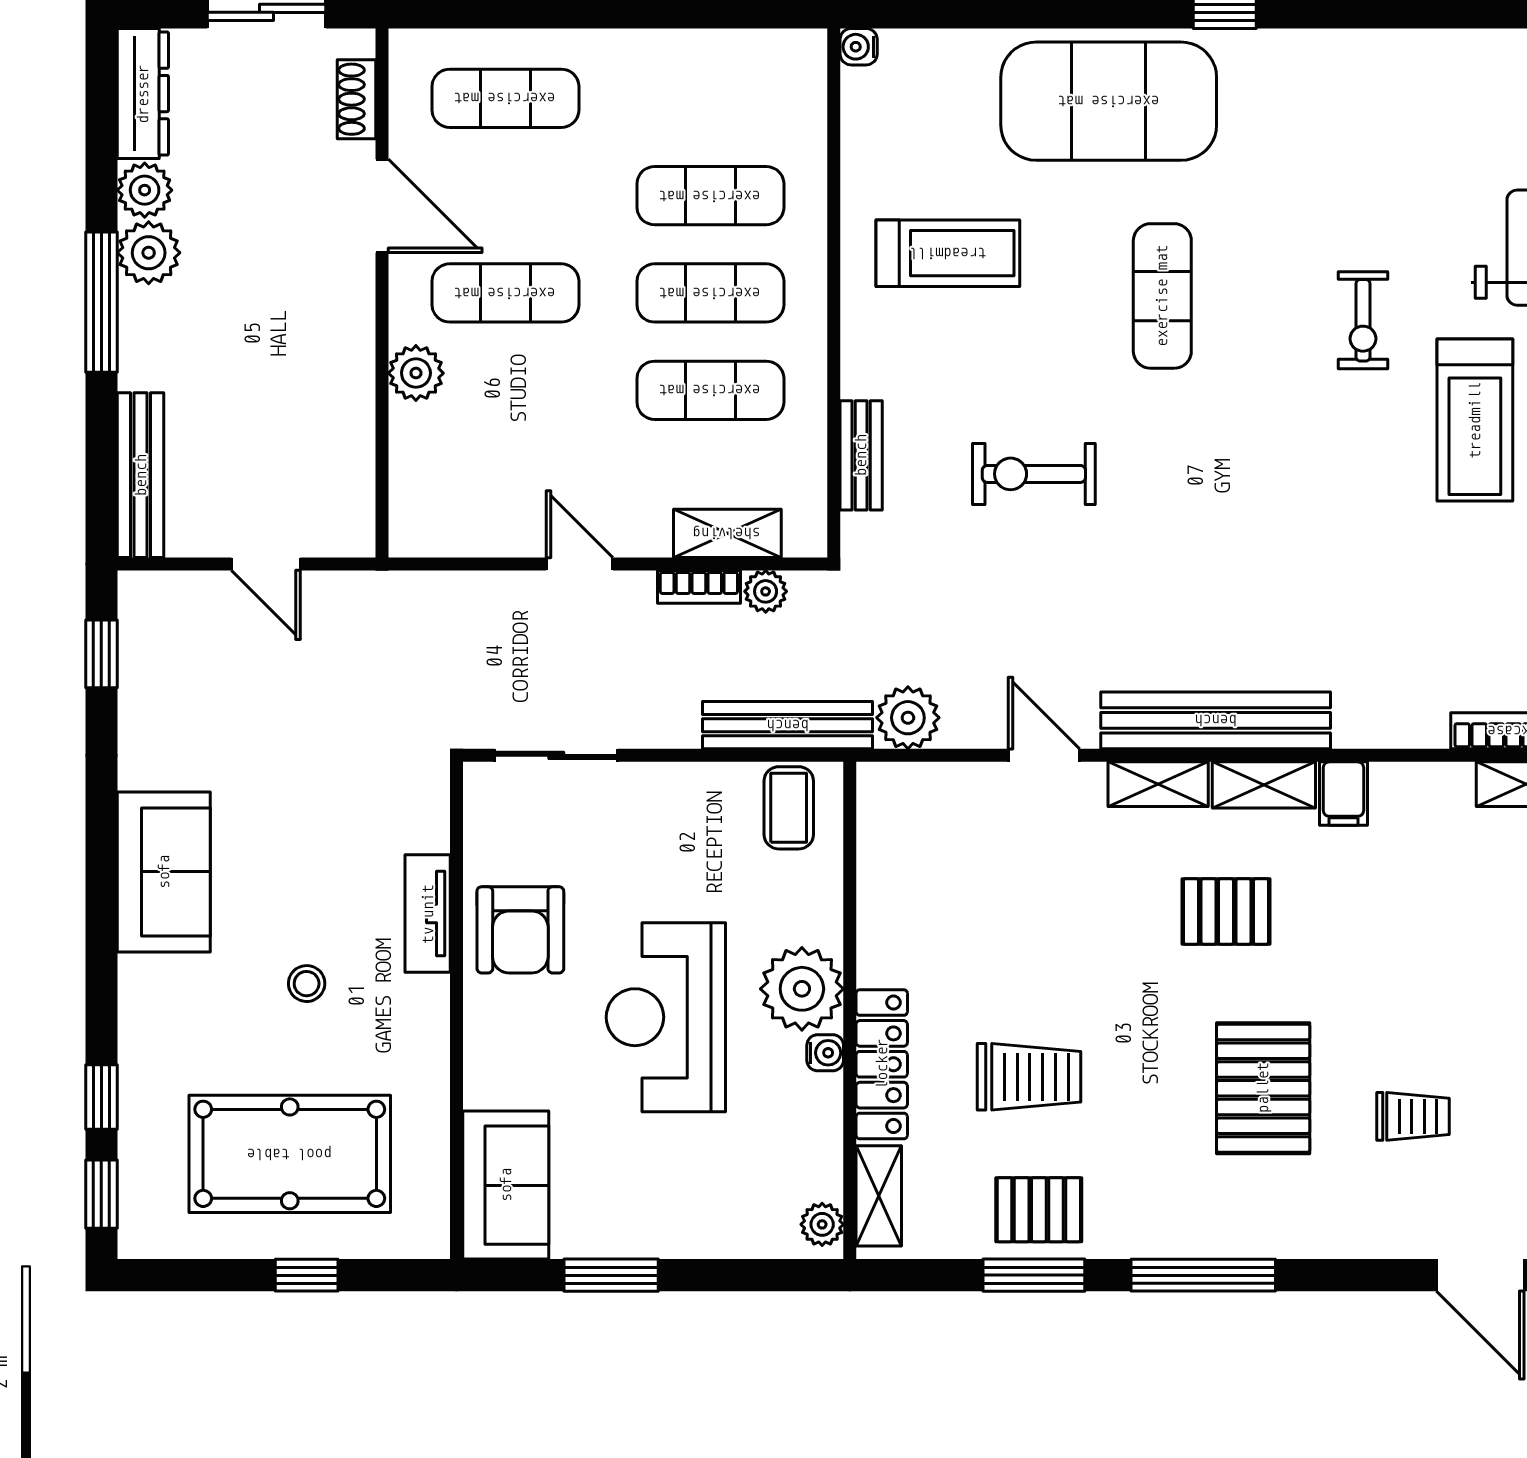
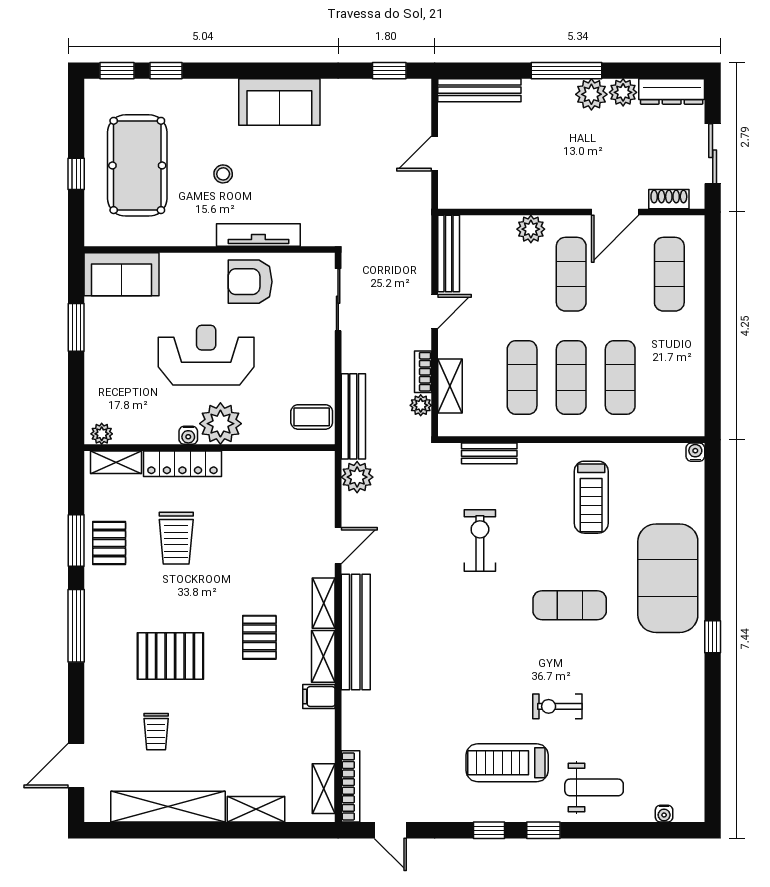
bench: (465, 536) -> (449, 254), added
tv unit: (428, 914) -> (258, 235), width x1.41

